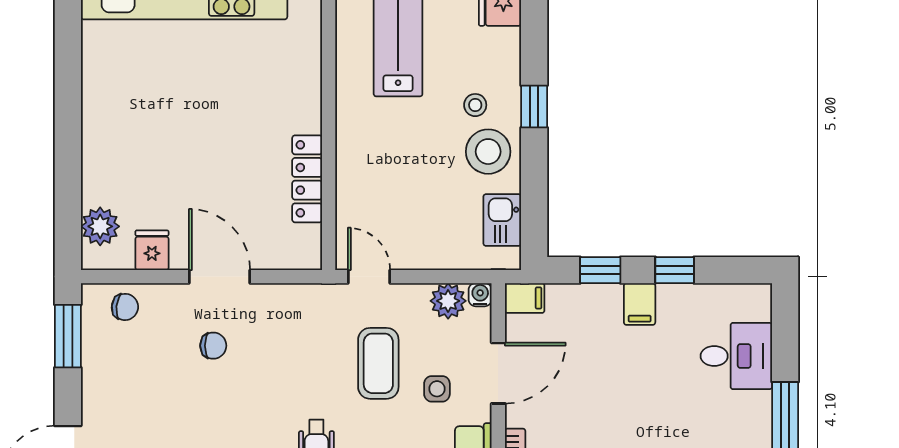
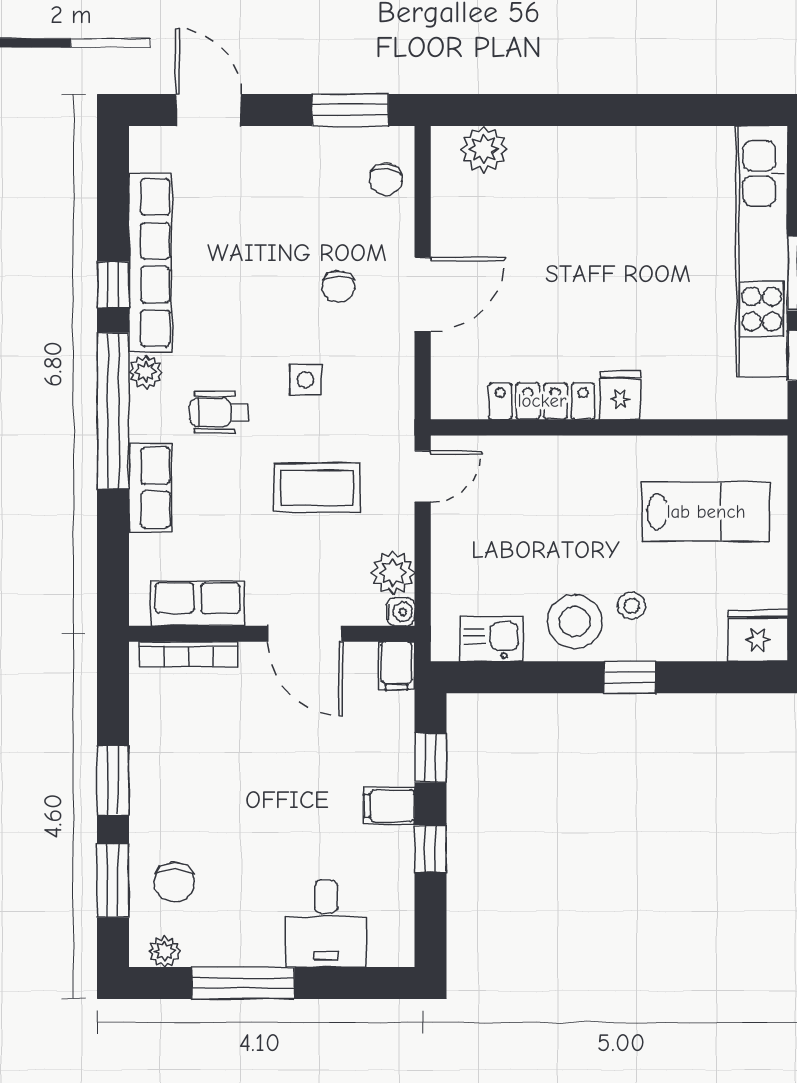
fridge: (152, 250) -> (620, 395), moved, turned -90
side table: (437, 389) -> (305, 380), moved

